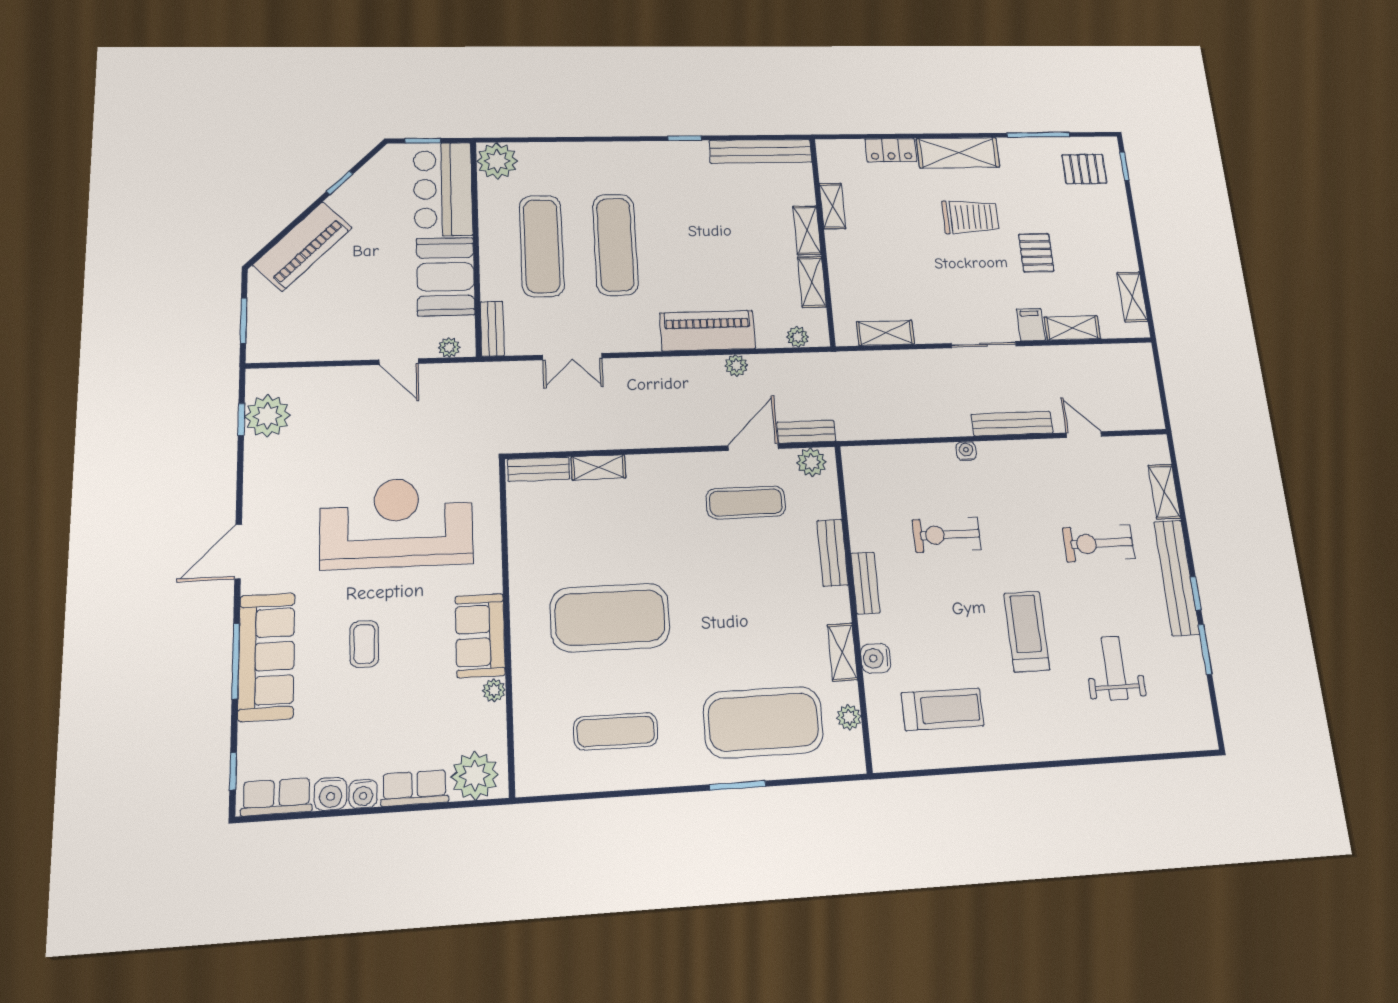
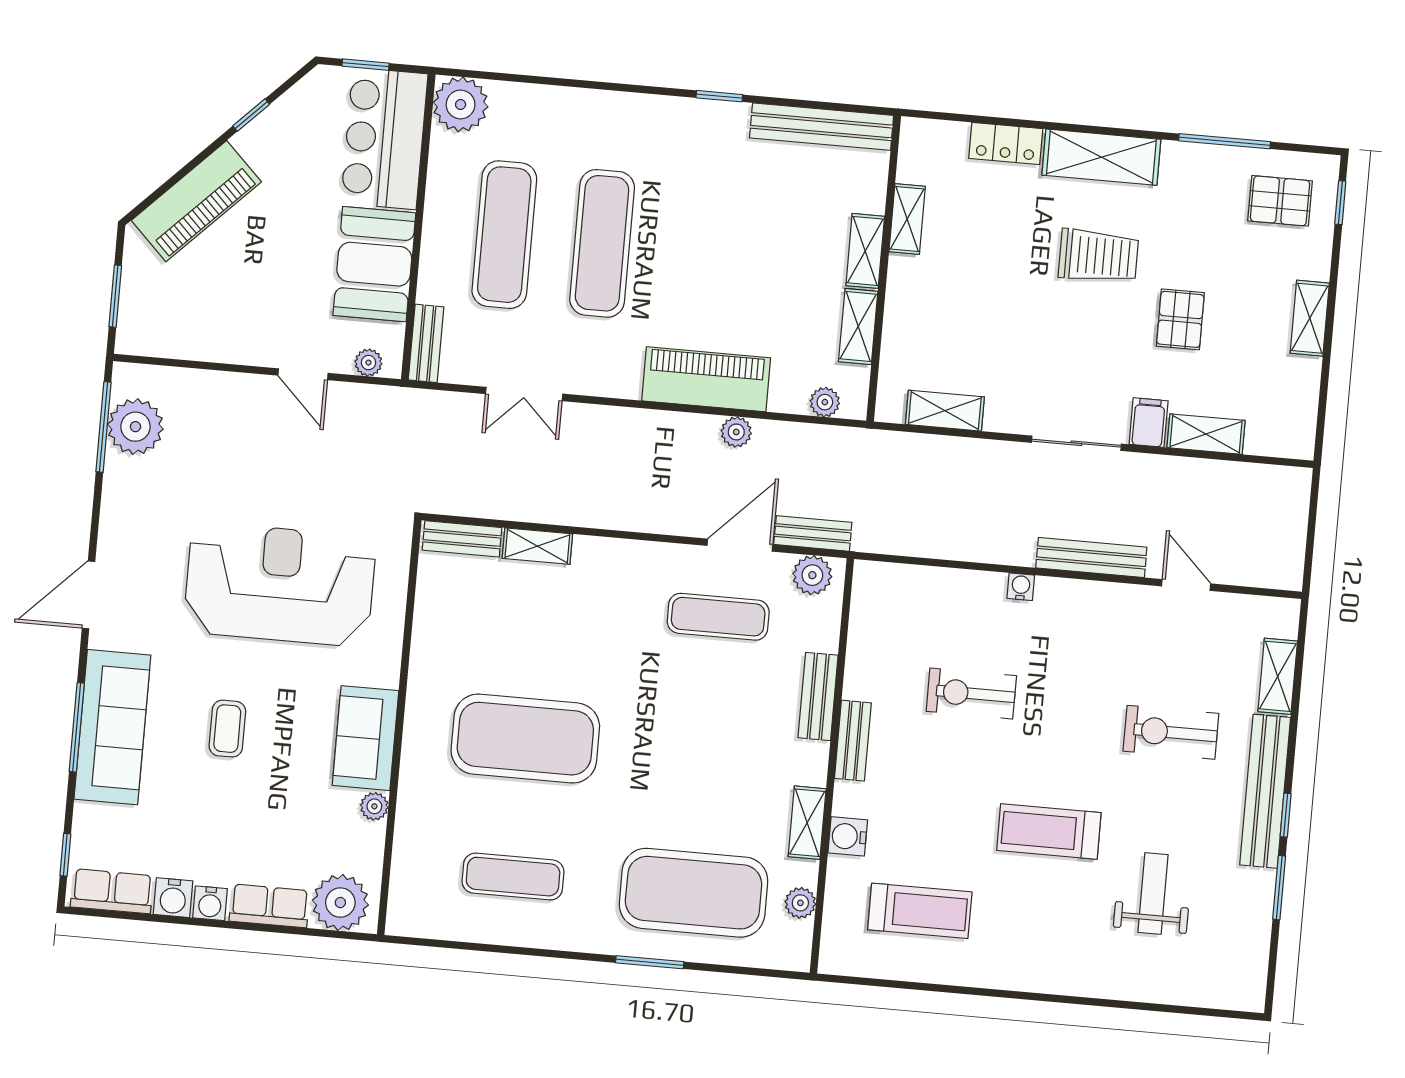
shelving: (1132, 297) -> (1310, 318), moved
window: (241, 419) -> (104, 427), width x2.17
treadmill: (1027, 632) -> (1049, 831), turned -90

